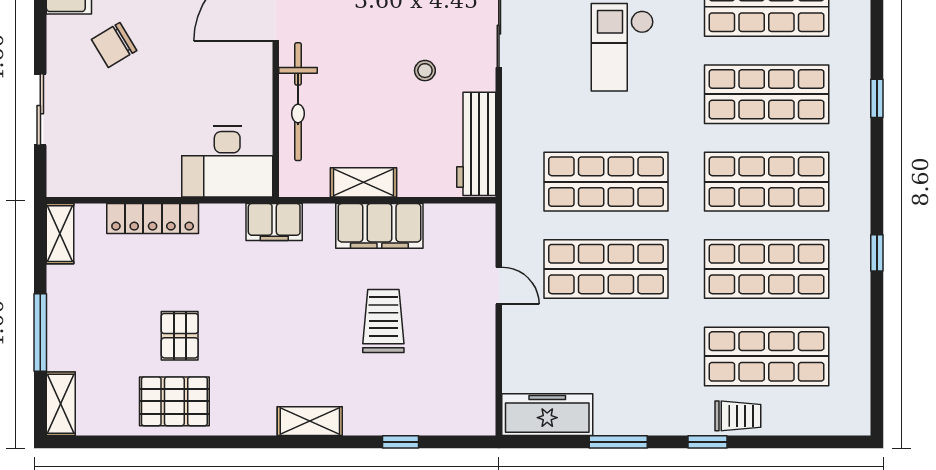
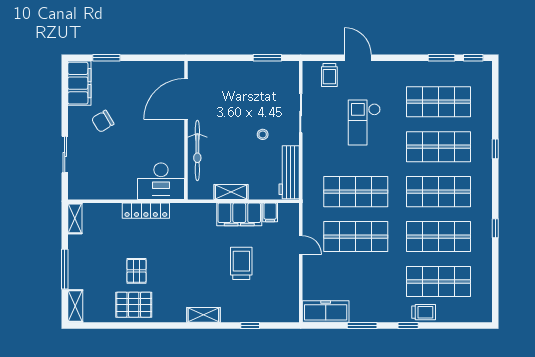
locker: (153, 219) -> (146, 211), moved
filing cabinet: (274, 222) -> (270, 212), moved, width x0.50

